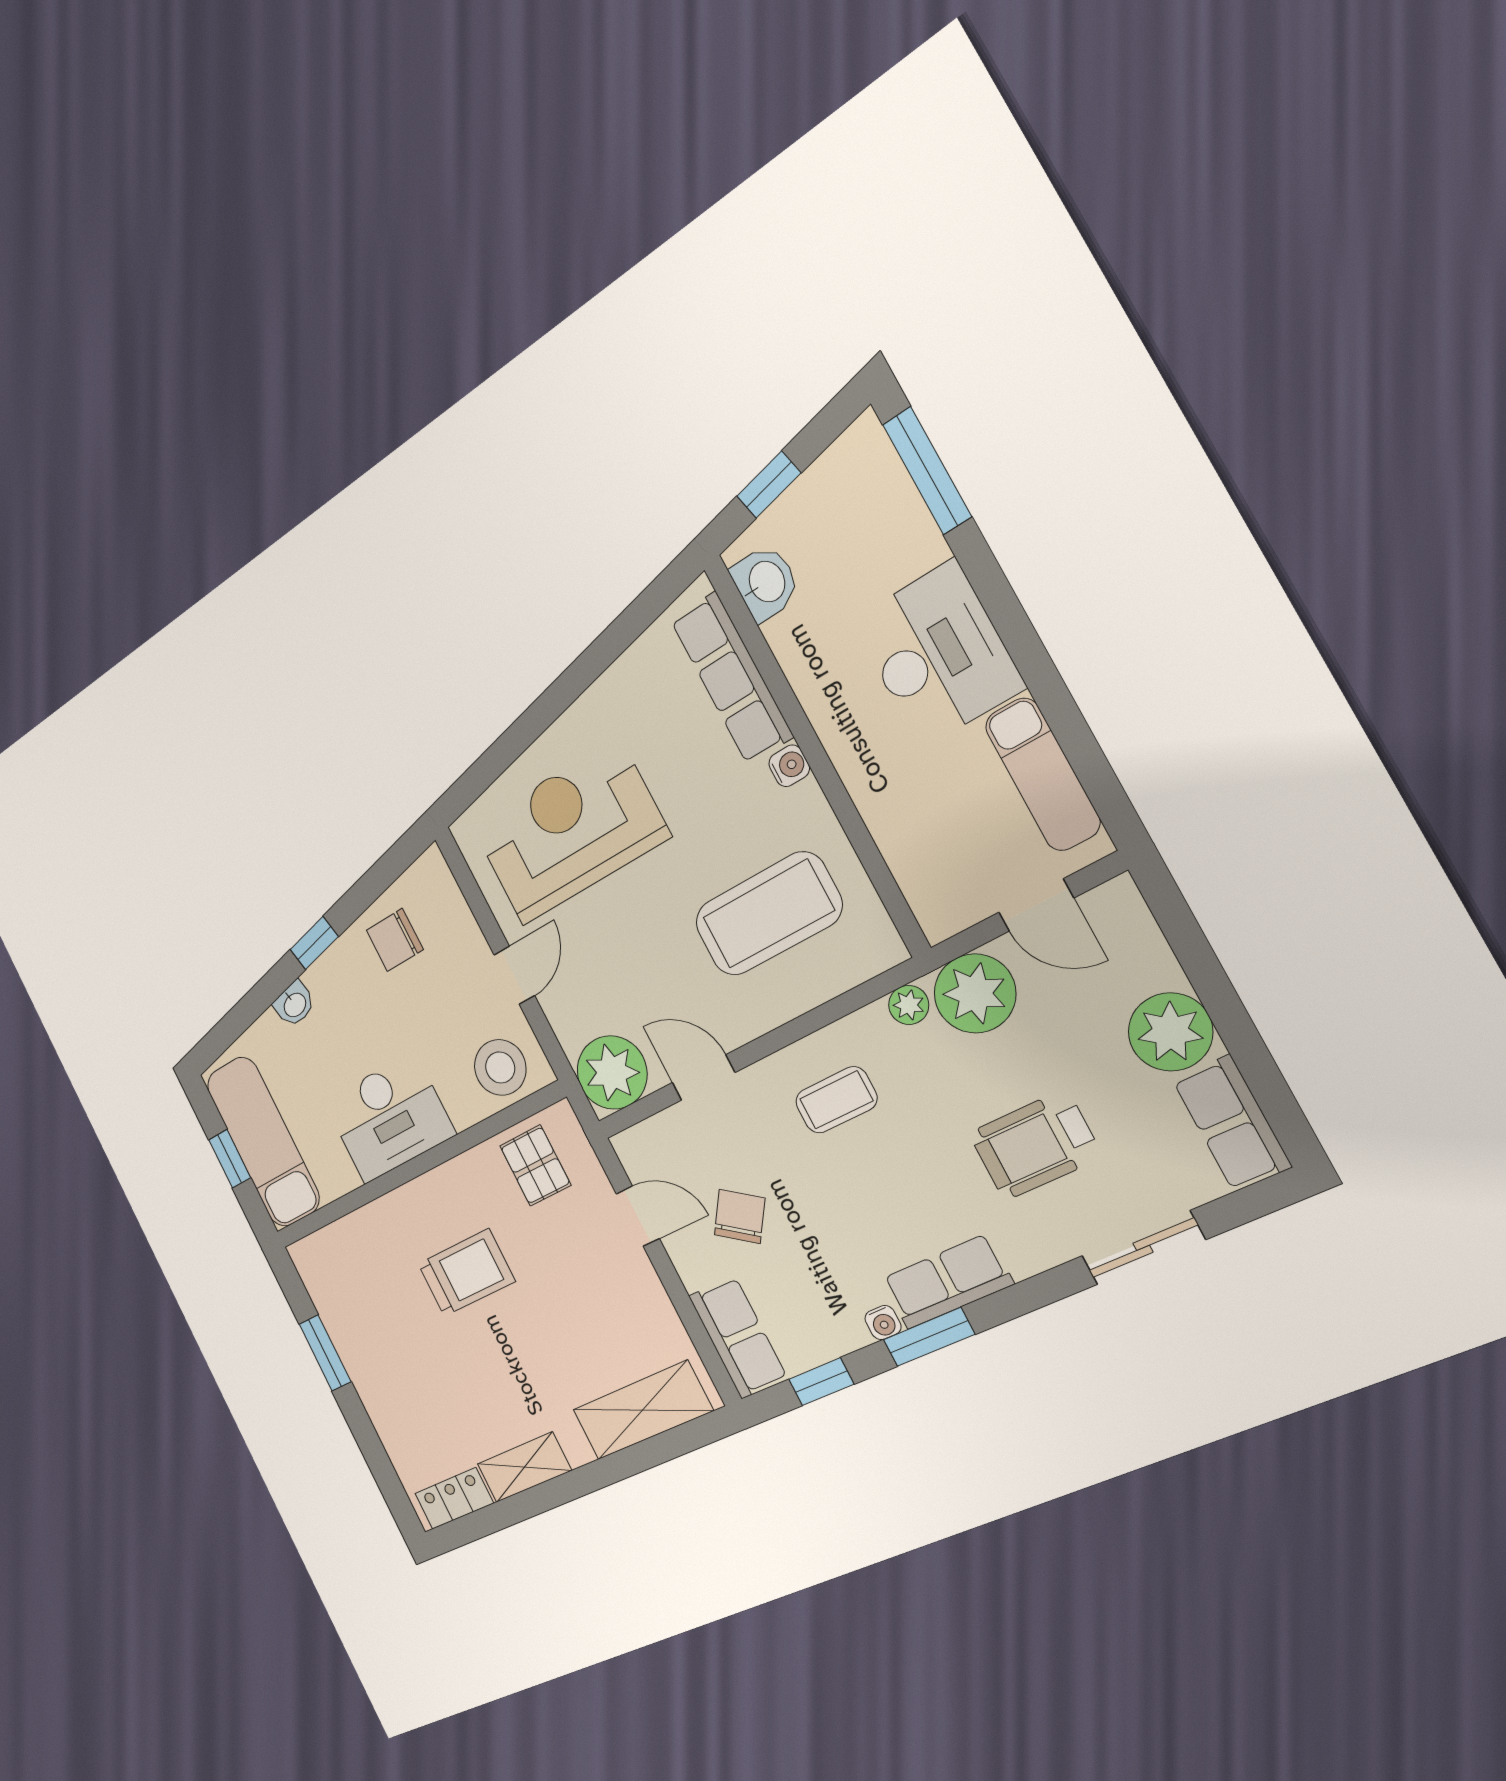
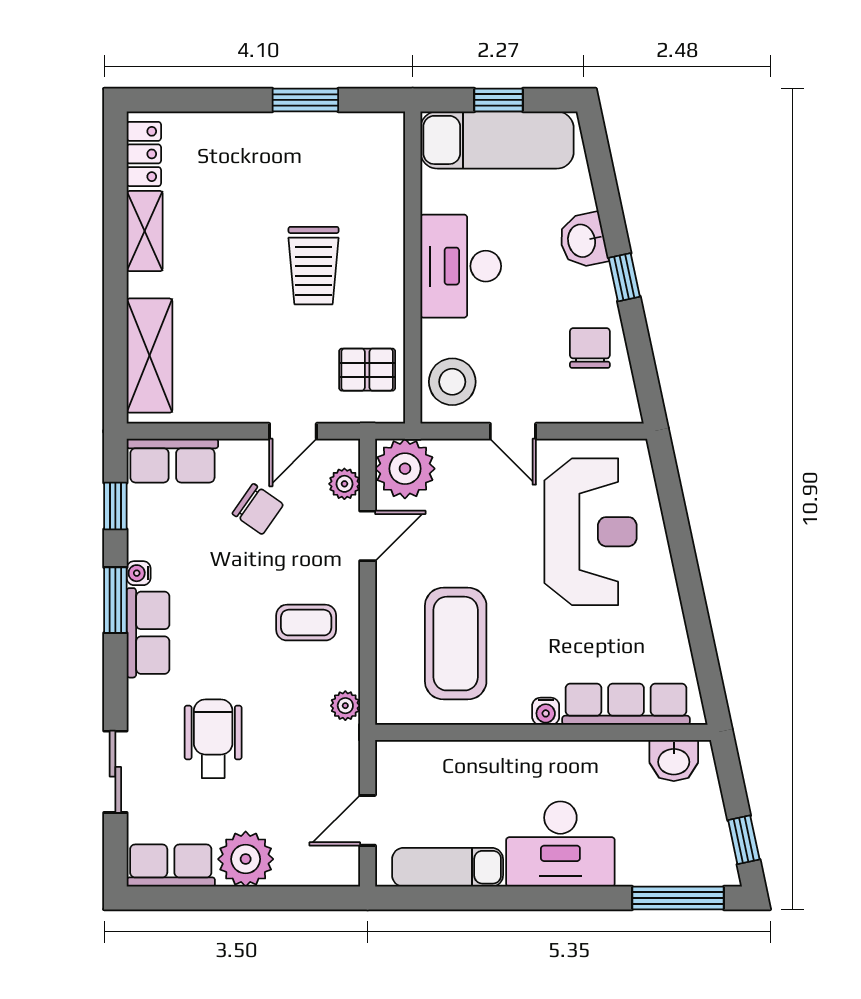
window: (769, 485) -> (744, 840), moved
plant: (975, 993) -> (344, 484), moved, width x0.53, depth x0.53
washbasin: (294, 1004) -> (583, 240), width x1.38, depth x1.45
coffee table: (836, 1100) -> (306, 623), turned 90

